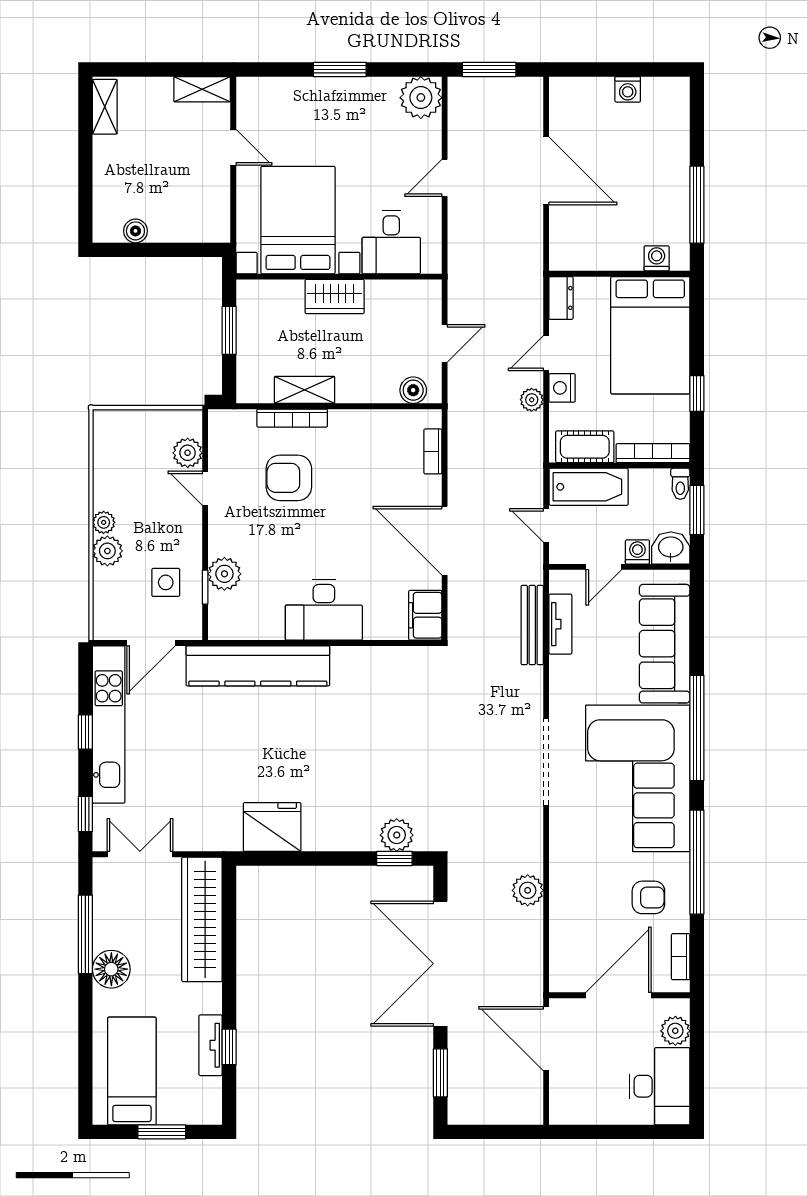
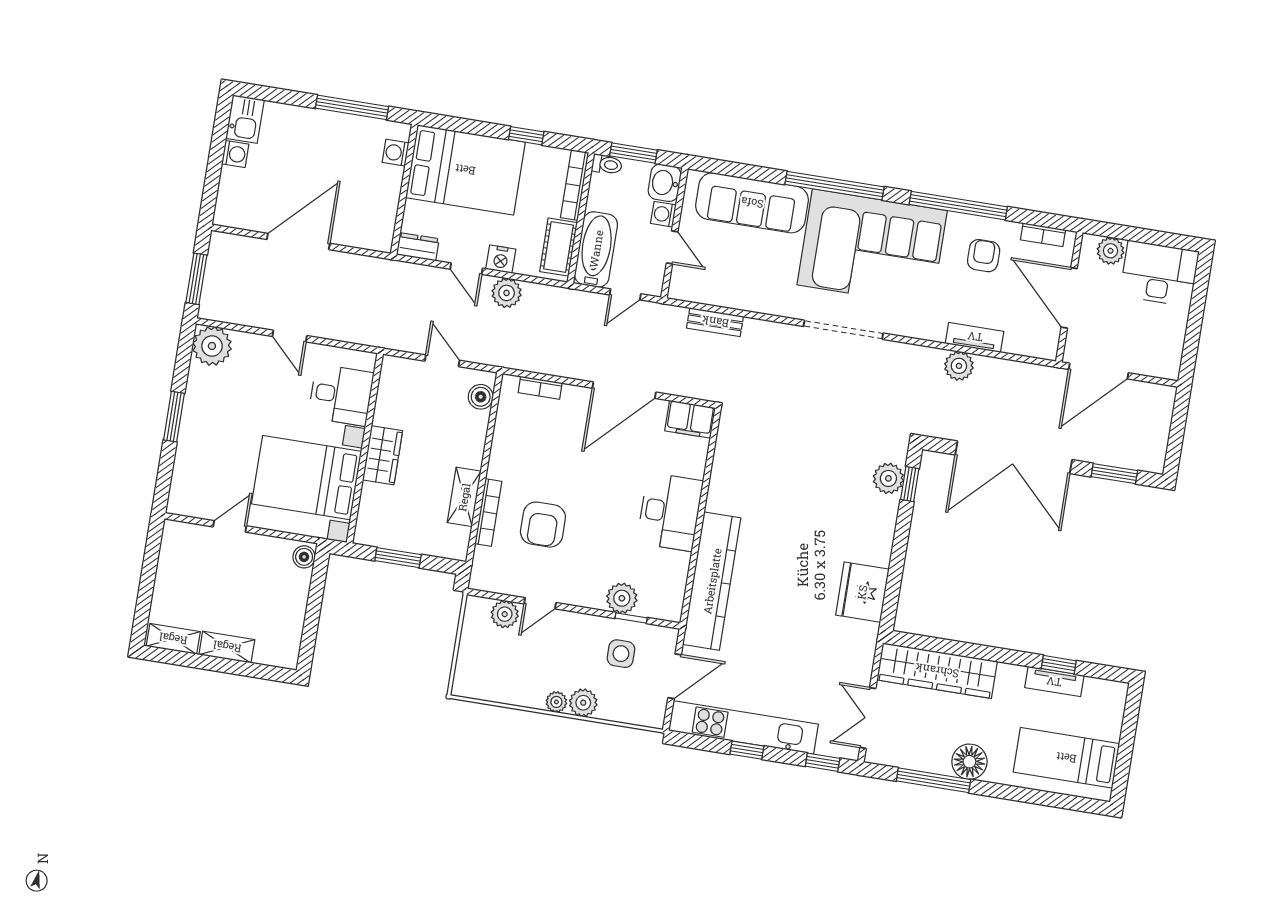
shelving: (202, 89) -> (227, 647), moved, turned 90
kitchen sink: (666, 94) -> (245, 119), added
boiler: (135, 231) -> (304, 557), moved
plant: (532, 400) -> (507, 293), width x1.38, depth x1.38
tv unit: (560, 624) -> (975, 337), moved
bench: (532, 625) -> (715, 322), width x0.73
door: (151, 643) -> (675, 676), hinge flipped
window: (162, 1132) -> (1127, 739), removed

